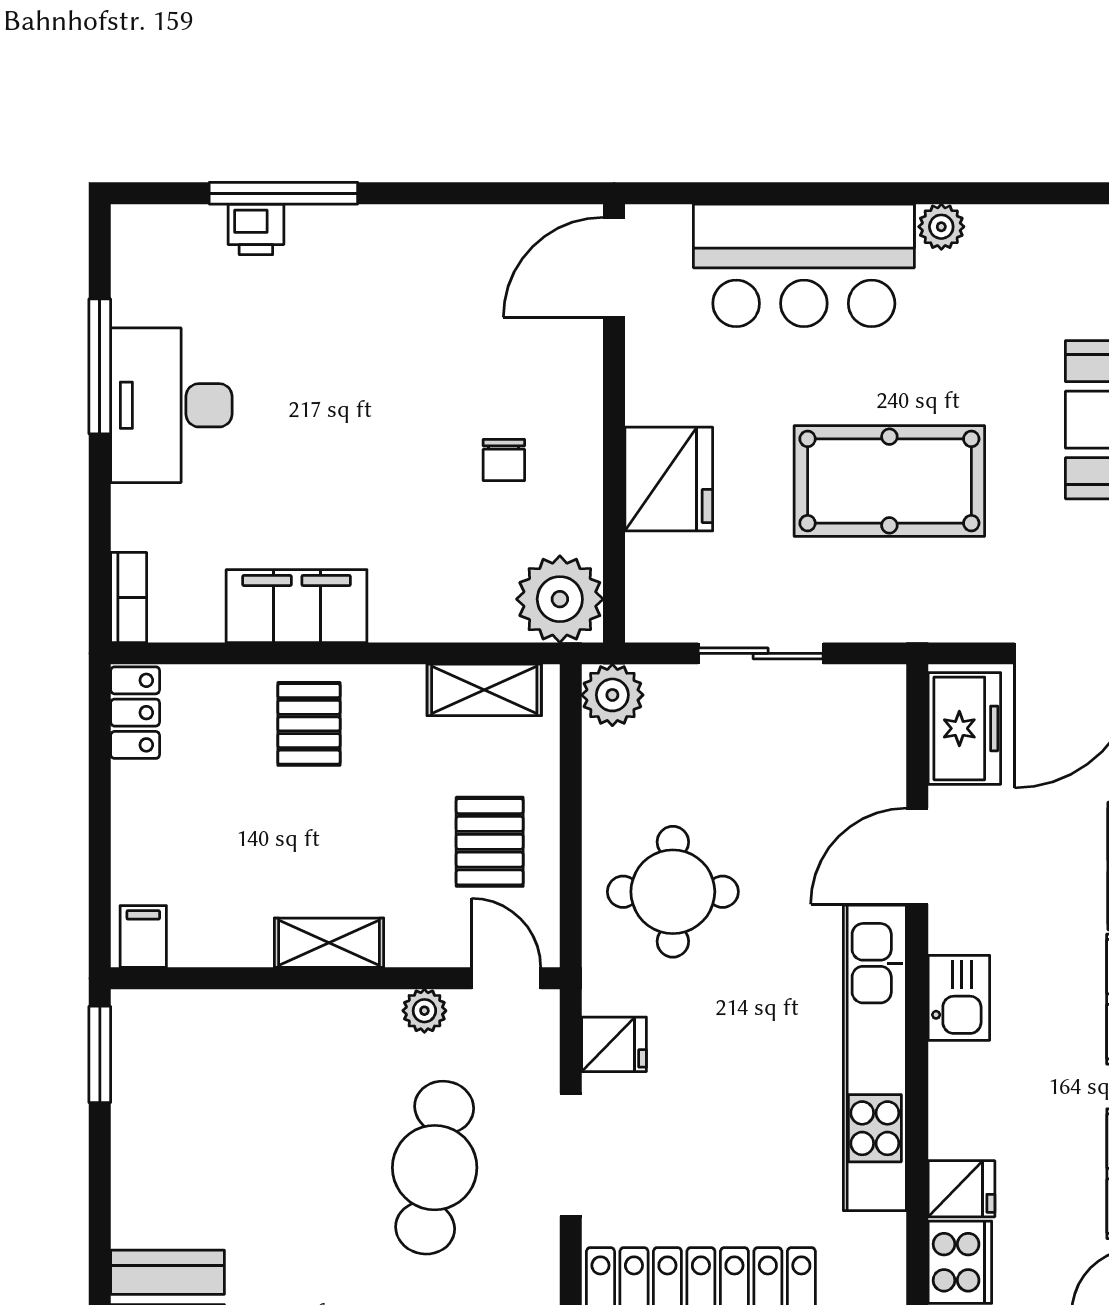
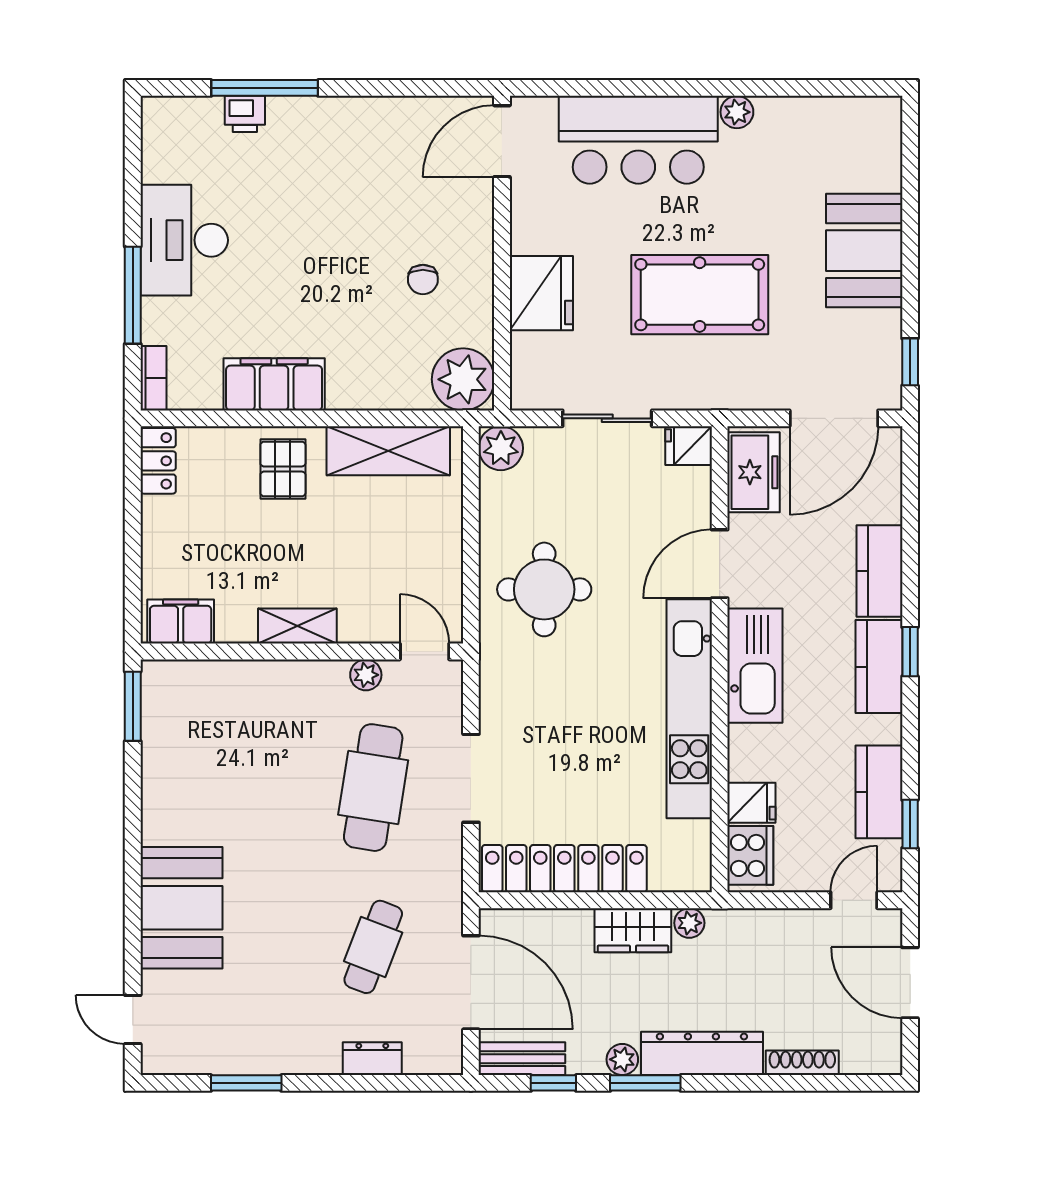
window: (100, 366) -> (133, 295), moved
shelving: (484, 690) -> (388, 451), width x1.50, depth x1.33
pallet: (490, 842) -> (413, 554), removed
filing cabinet: (143, 936) -> (181, 622), width x2.00
kitchen sink: (959, 998) -> (755, 666), width x1.87, depth x1.24
fridge: (614, 1044) -> (689, 446), moved, turned 180

